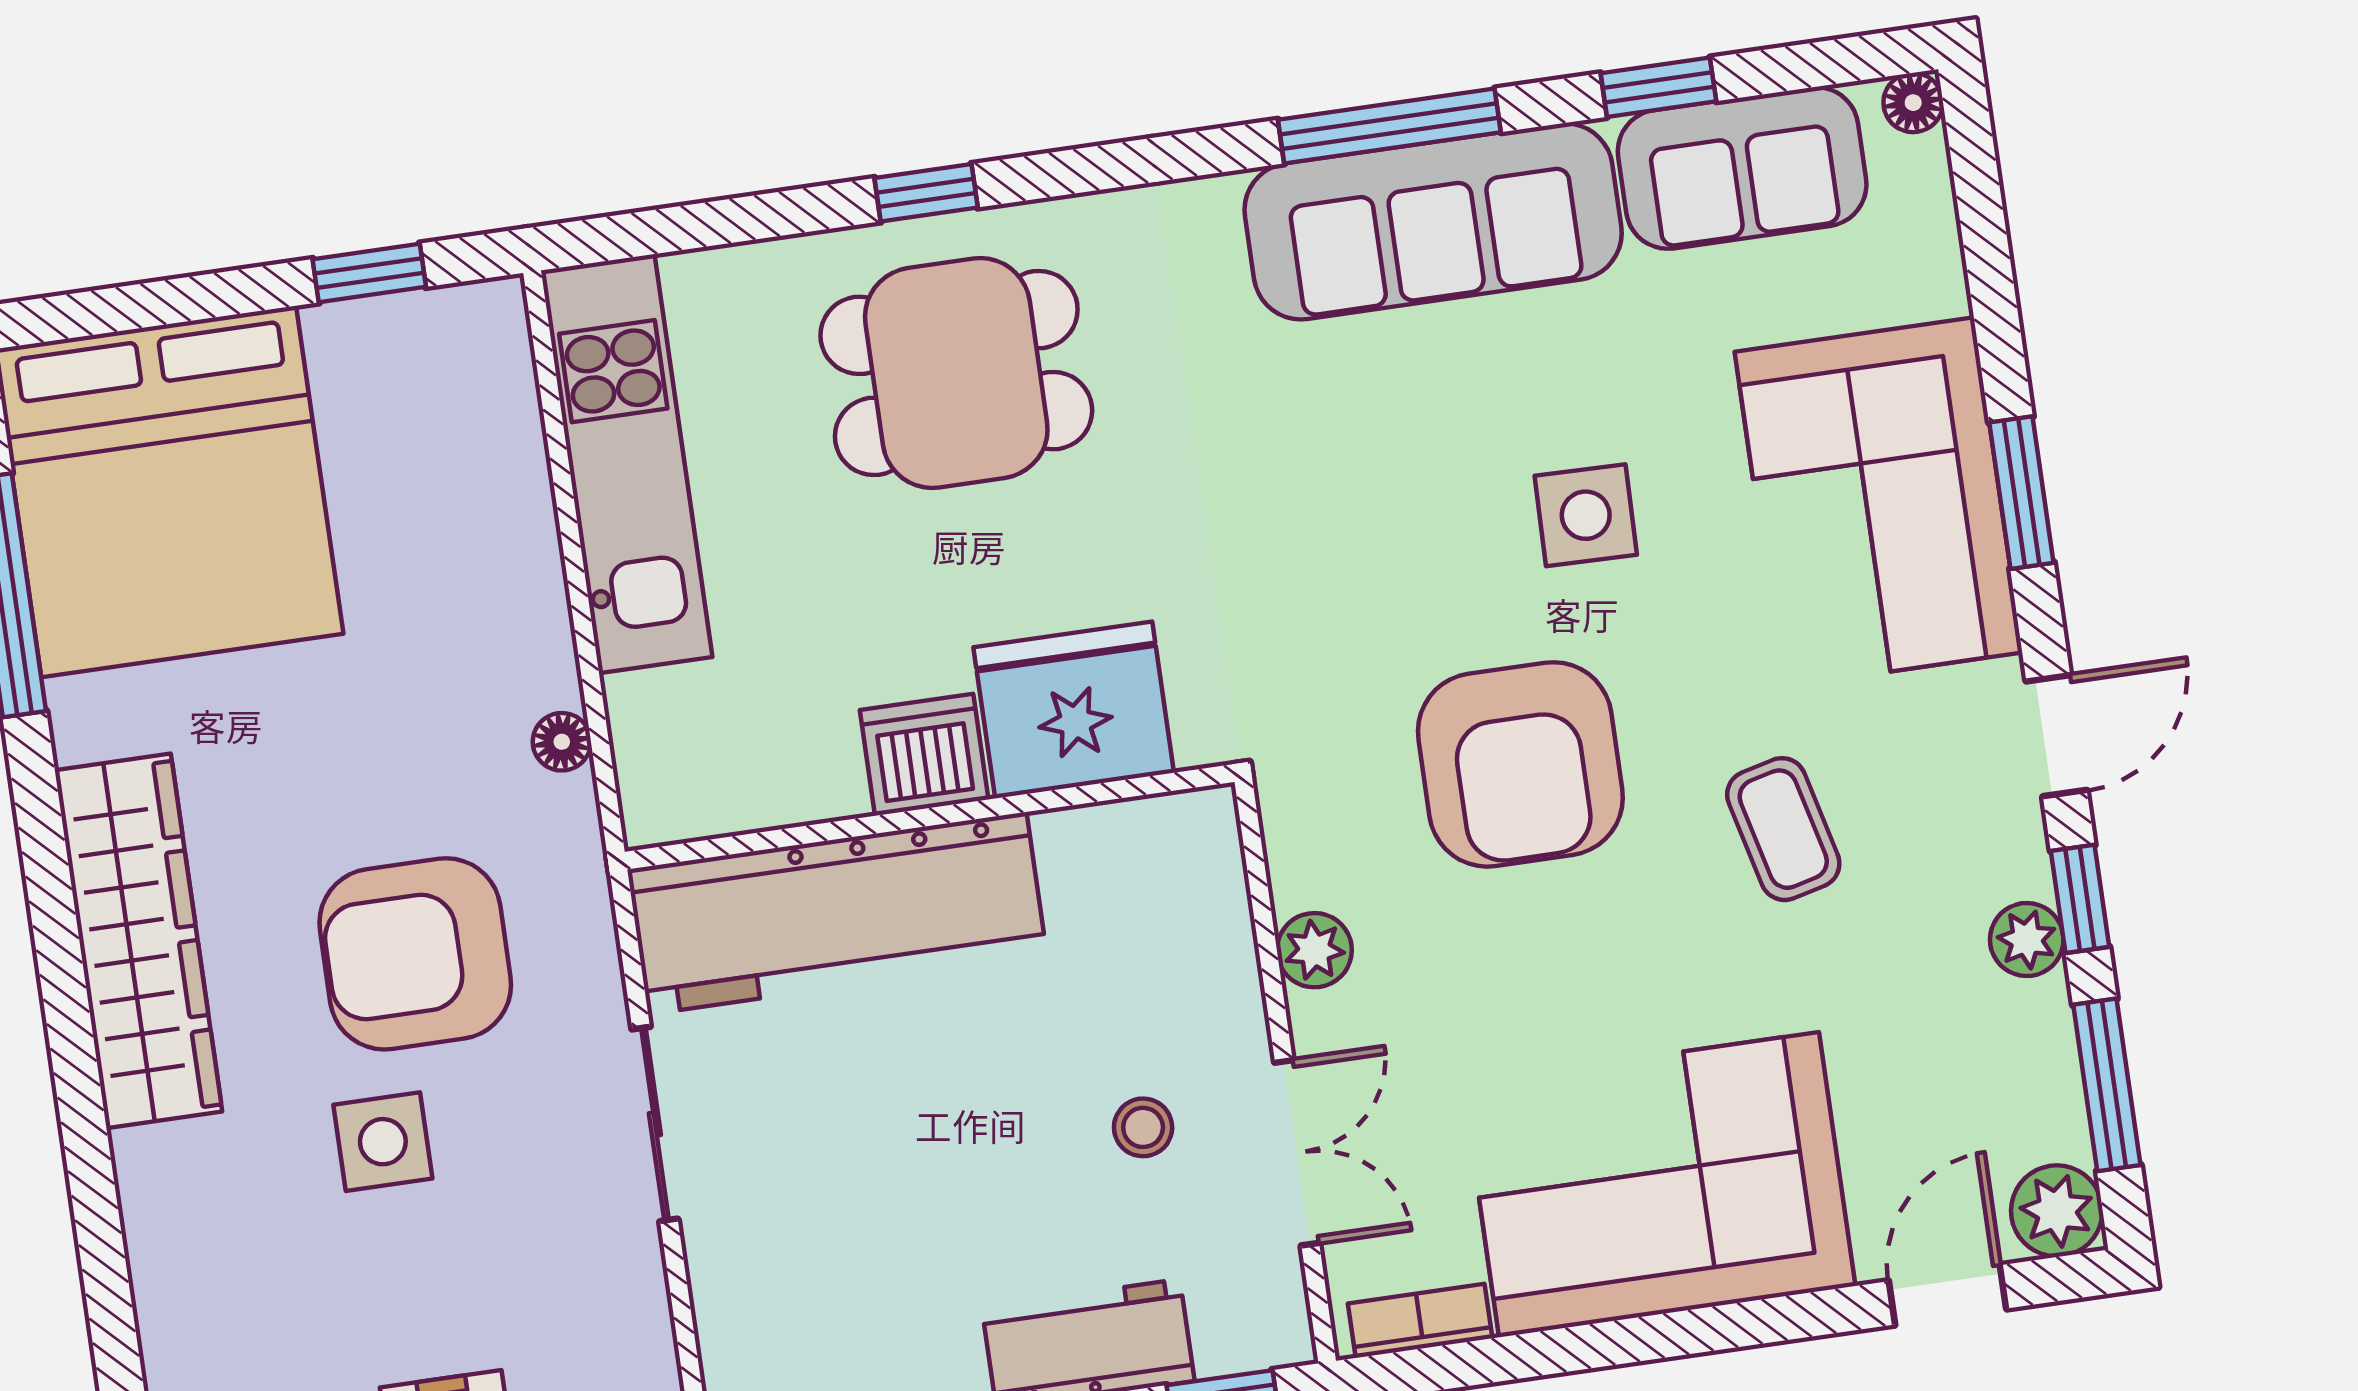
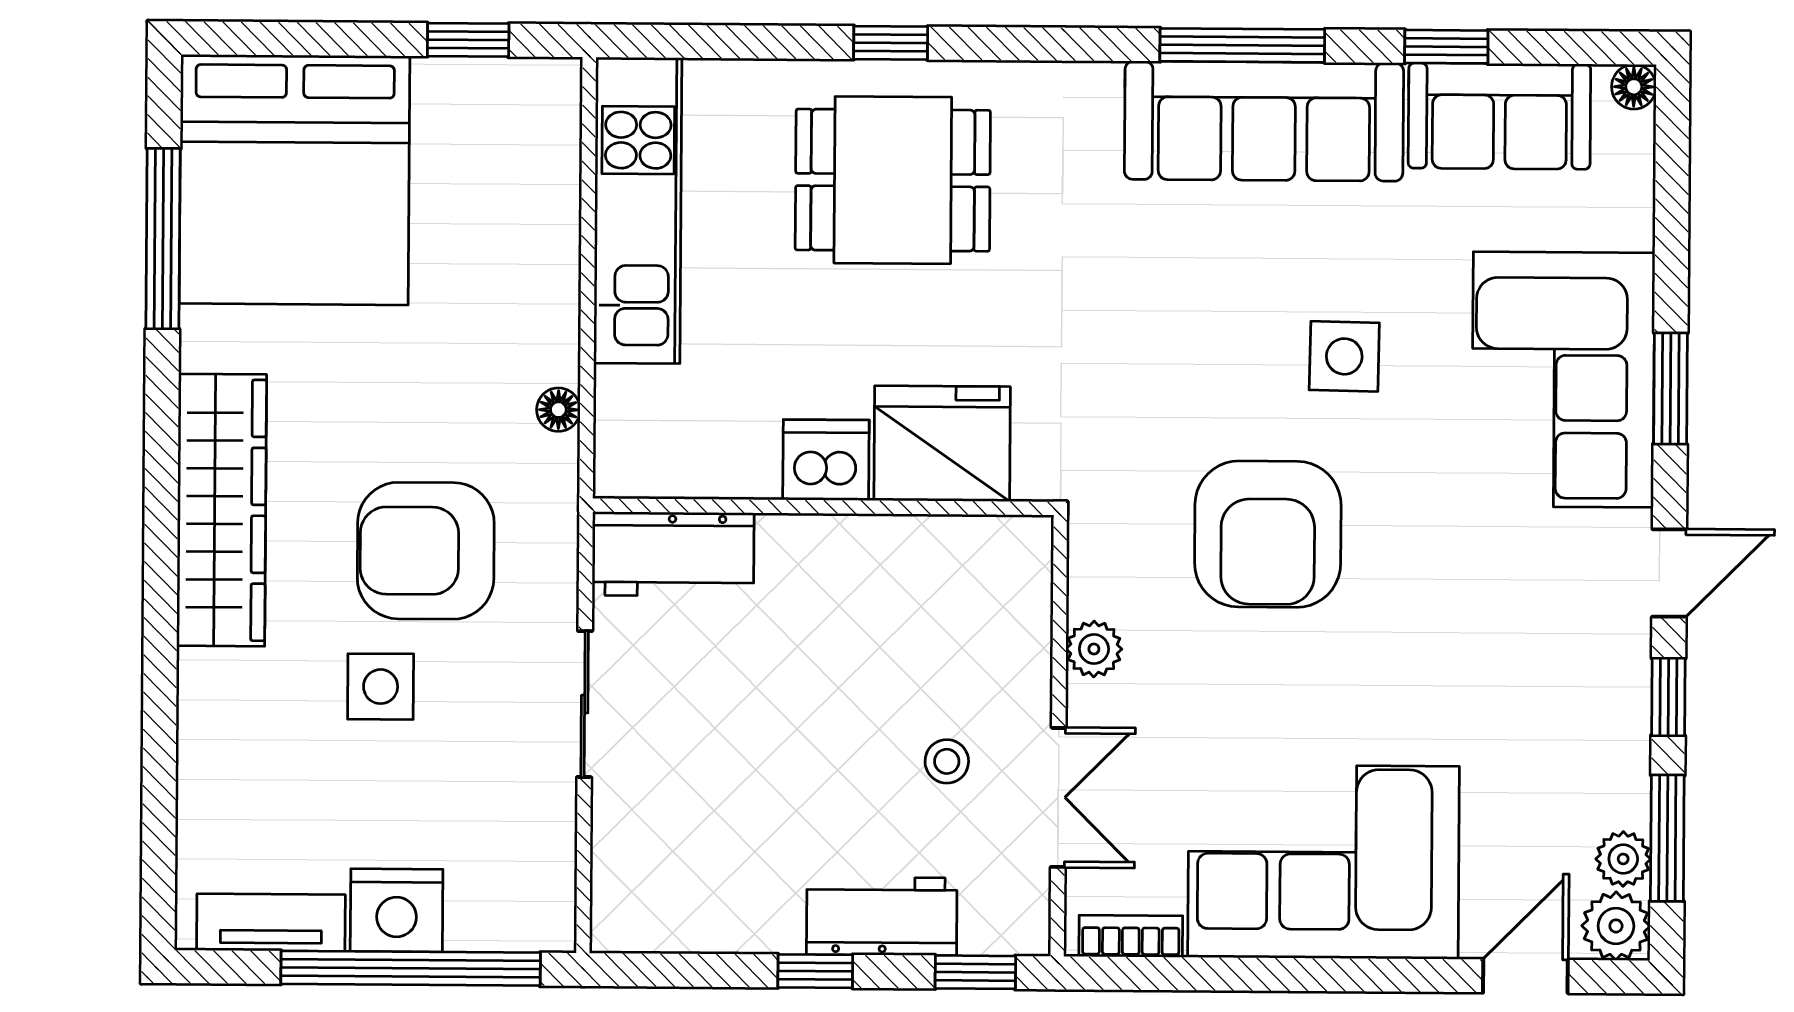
coffee table: (1783, 829) -> (1456, 612), removed
workbench: (837, 913) -> (673, 554), width x0.53, depth x0.76
plant: (2027, 940) -> (1623, 859), moved

